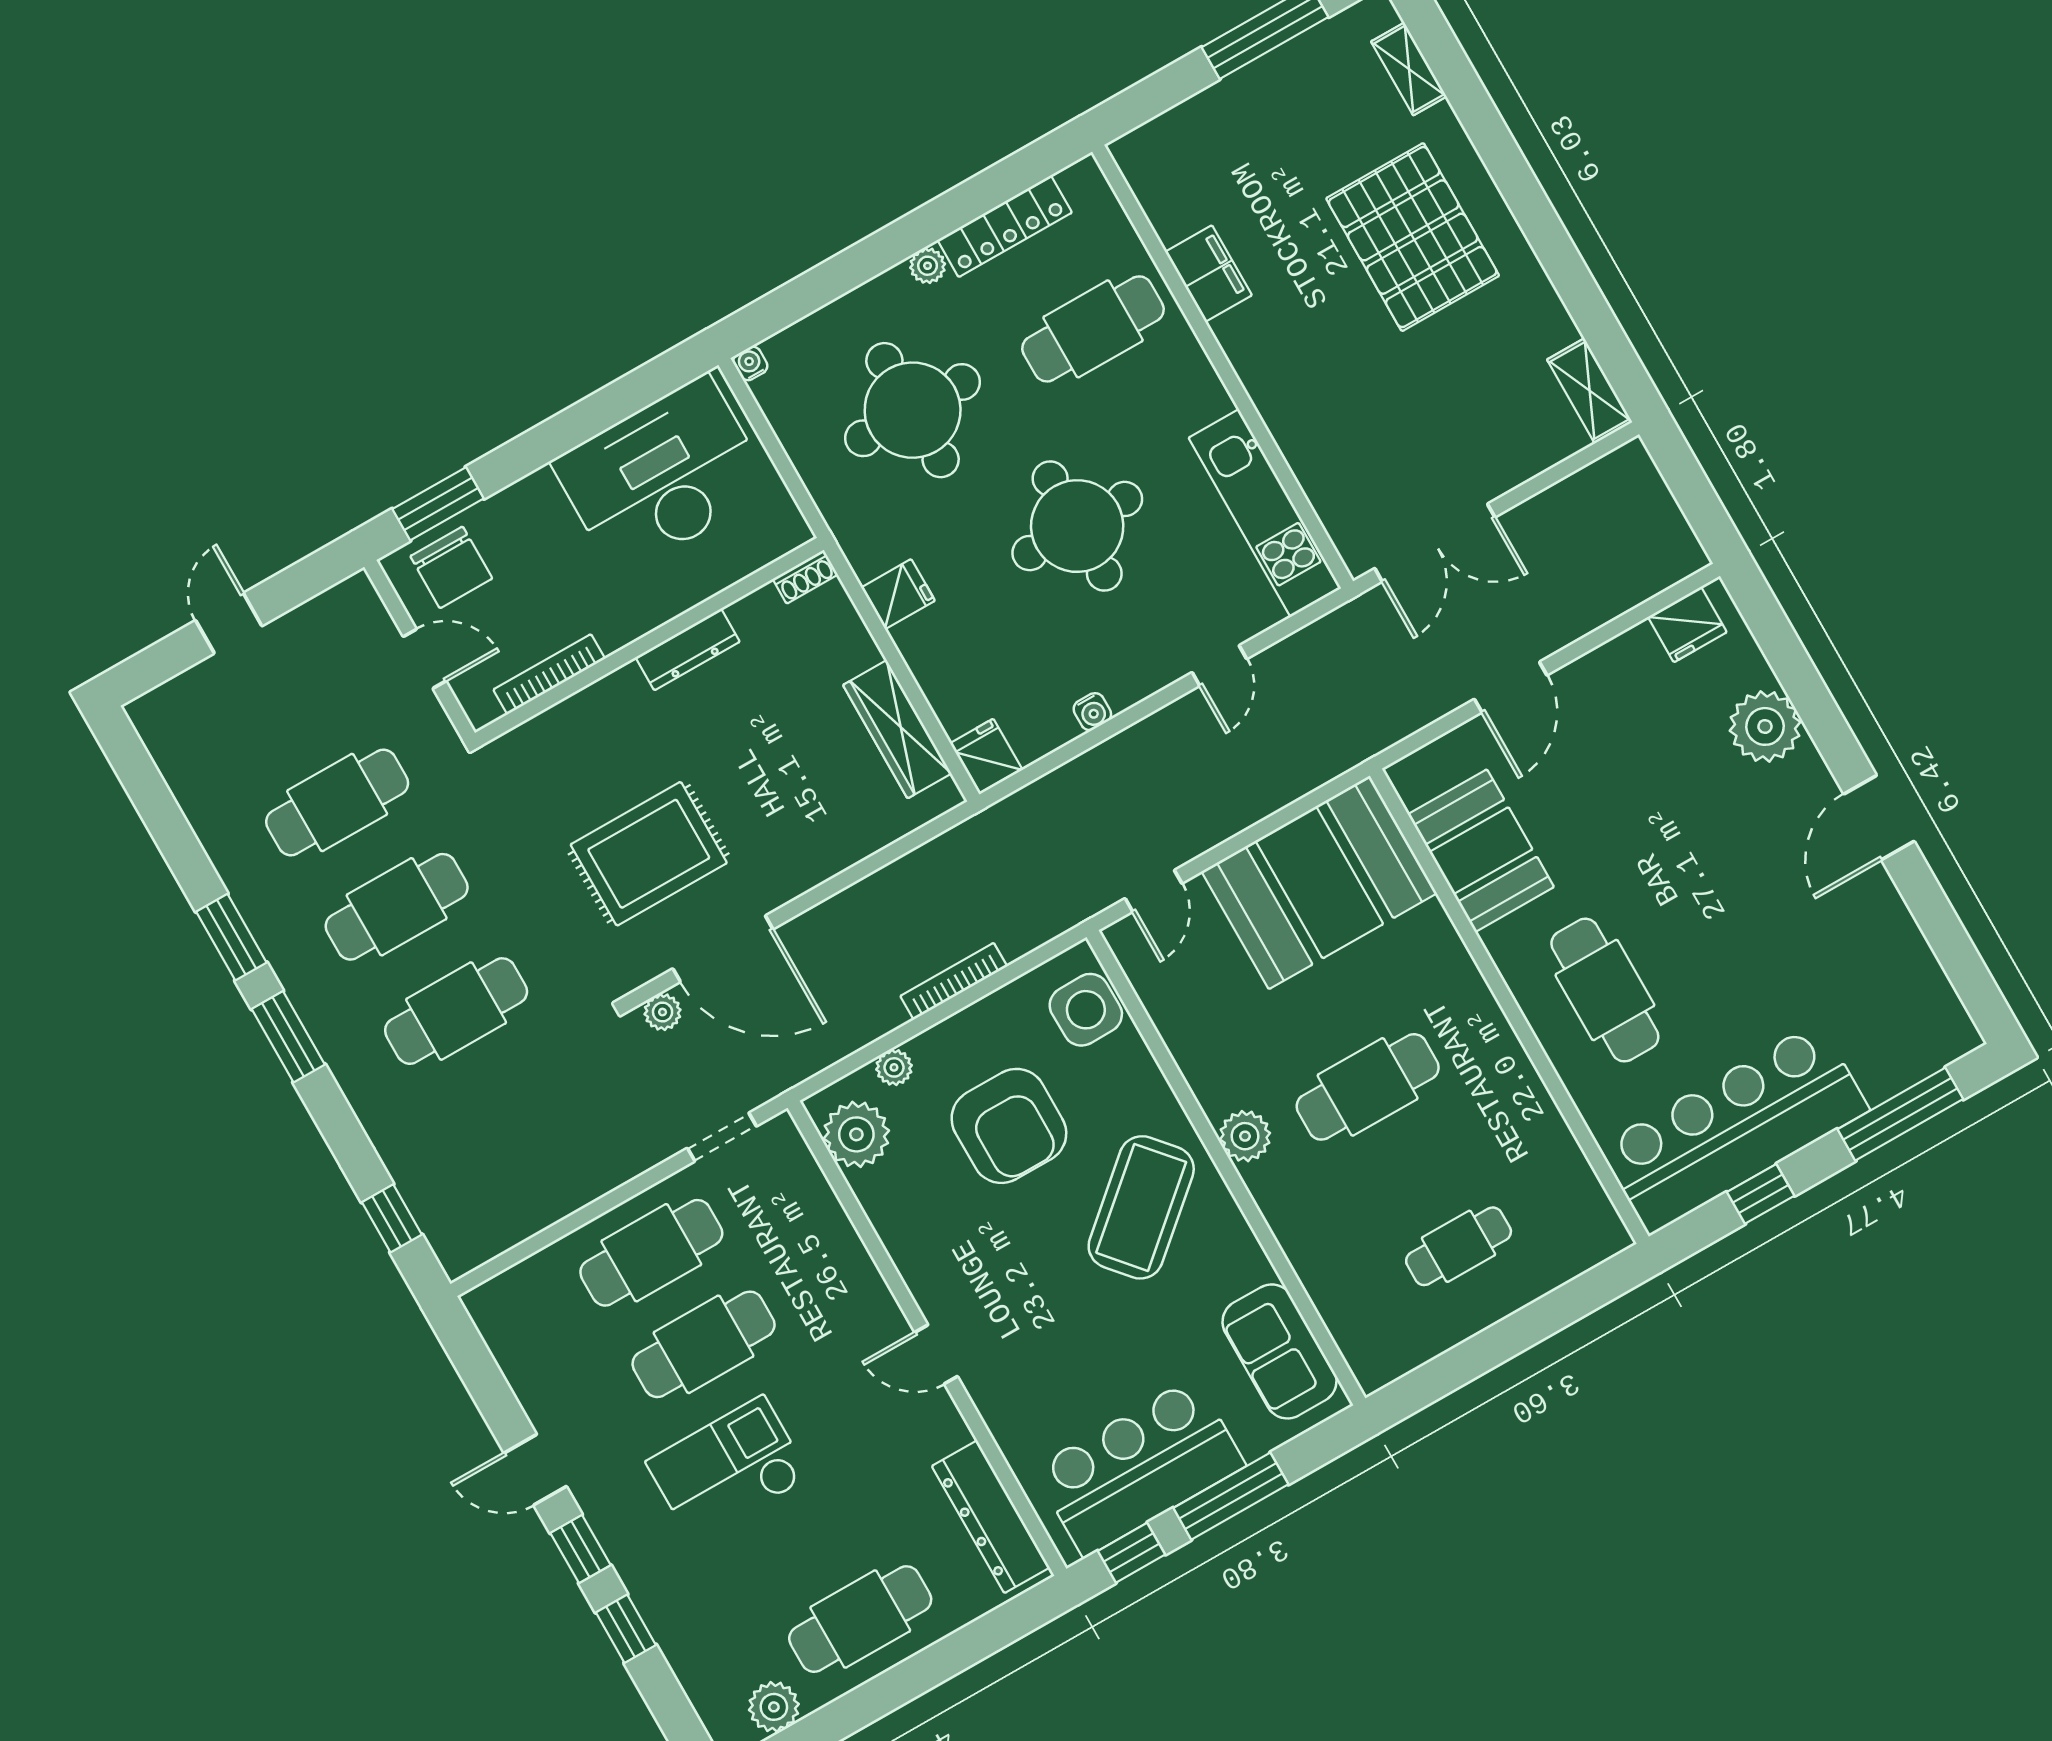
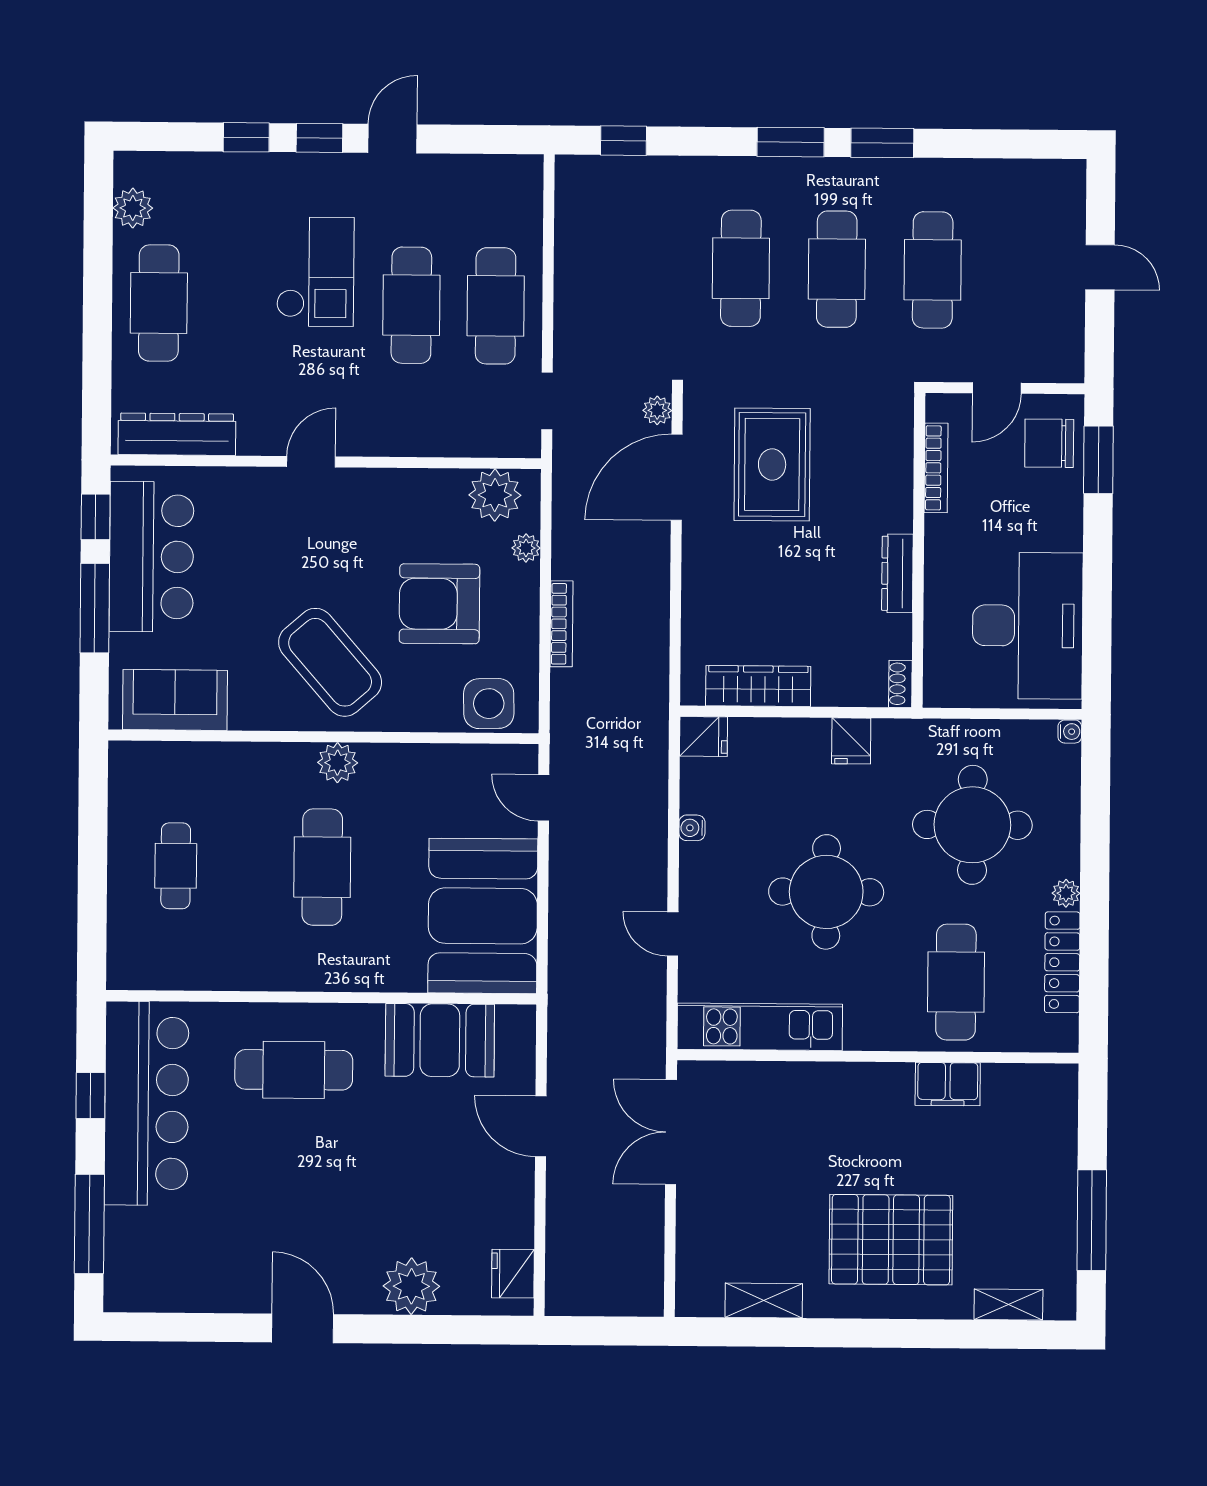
shelving: (1590, 391) -> (764, 1301), moved

